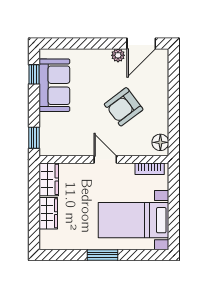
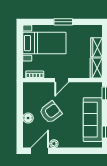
sofa: (54, 85) -> (93, 120), width x1.36
floor lamp: (160, 142) -> (28, 118), moved
door: (105, 159) -> (62, 80), hinge flipped

